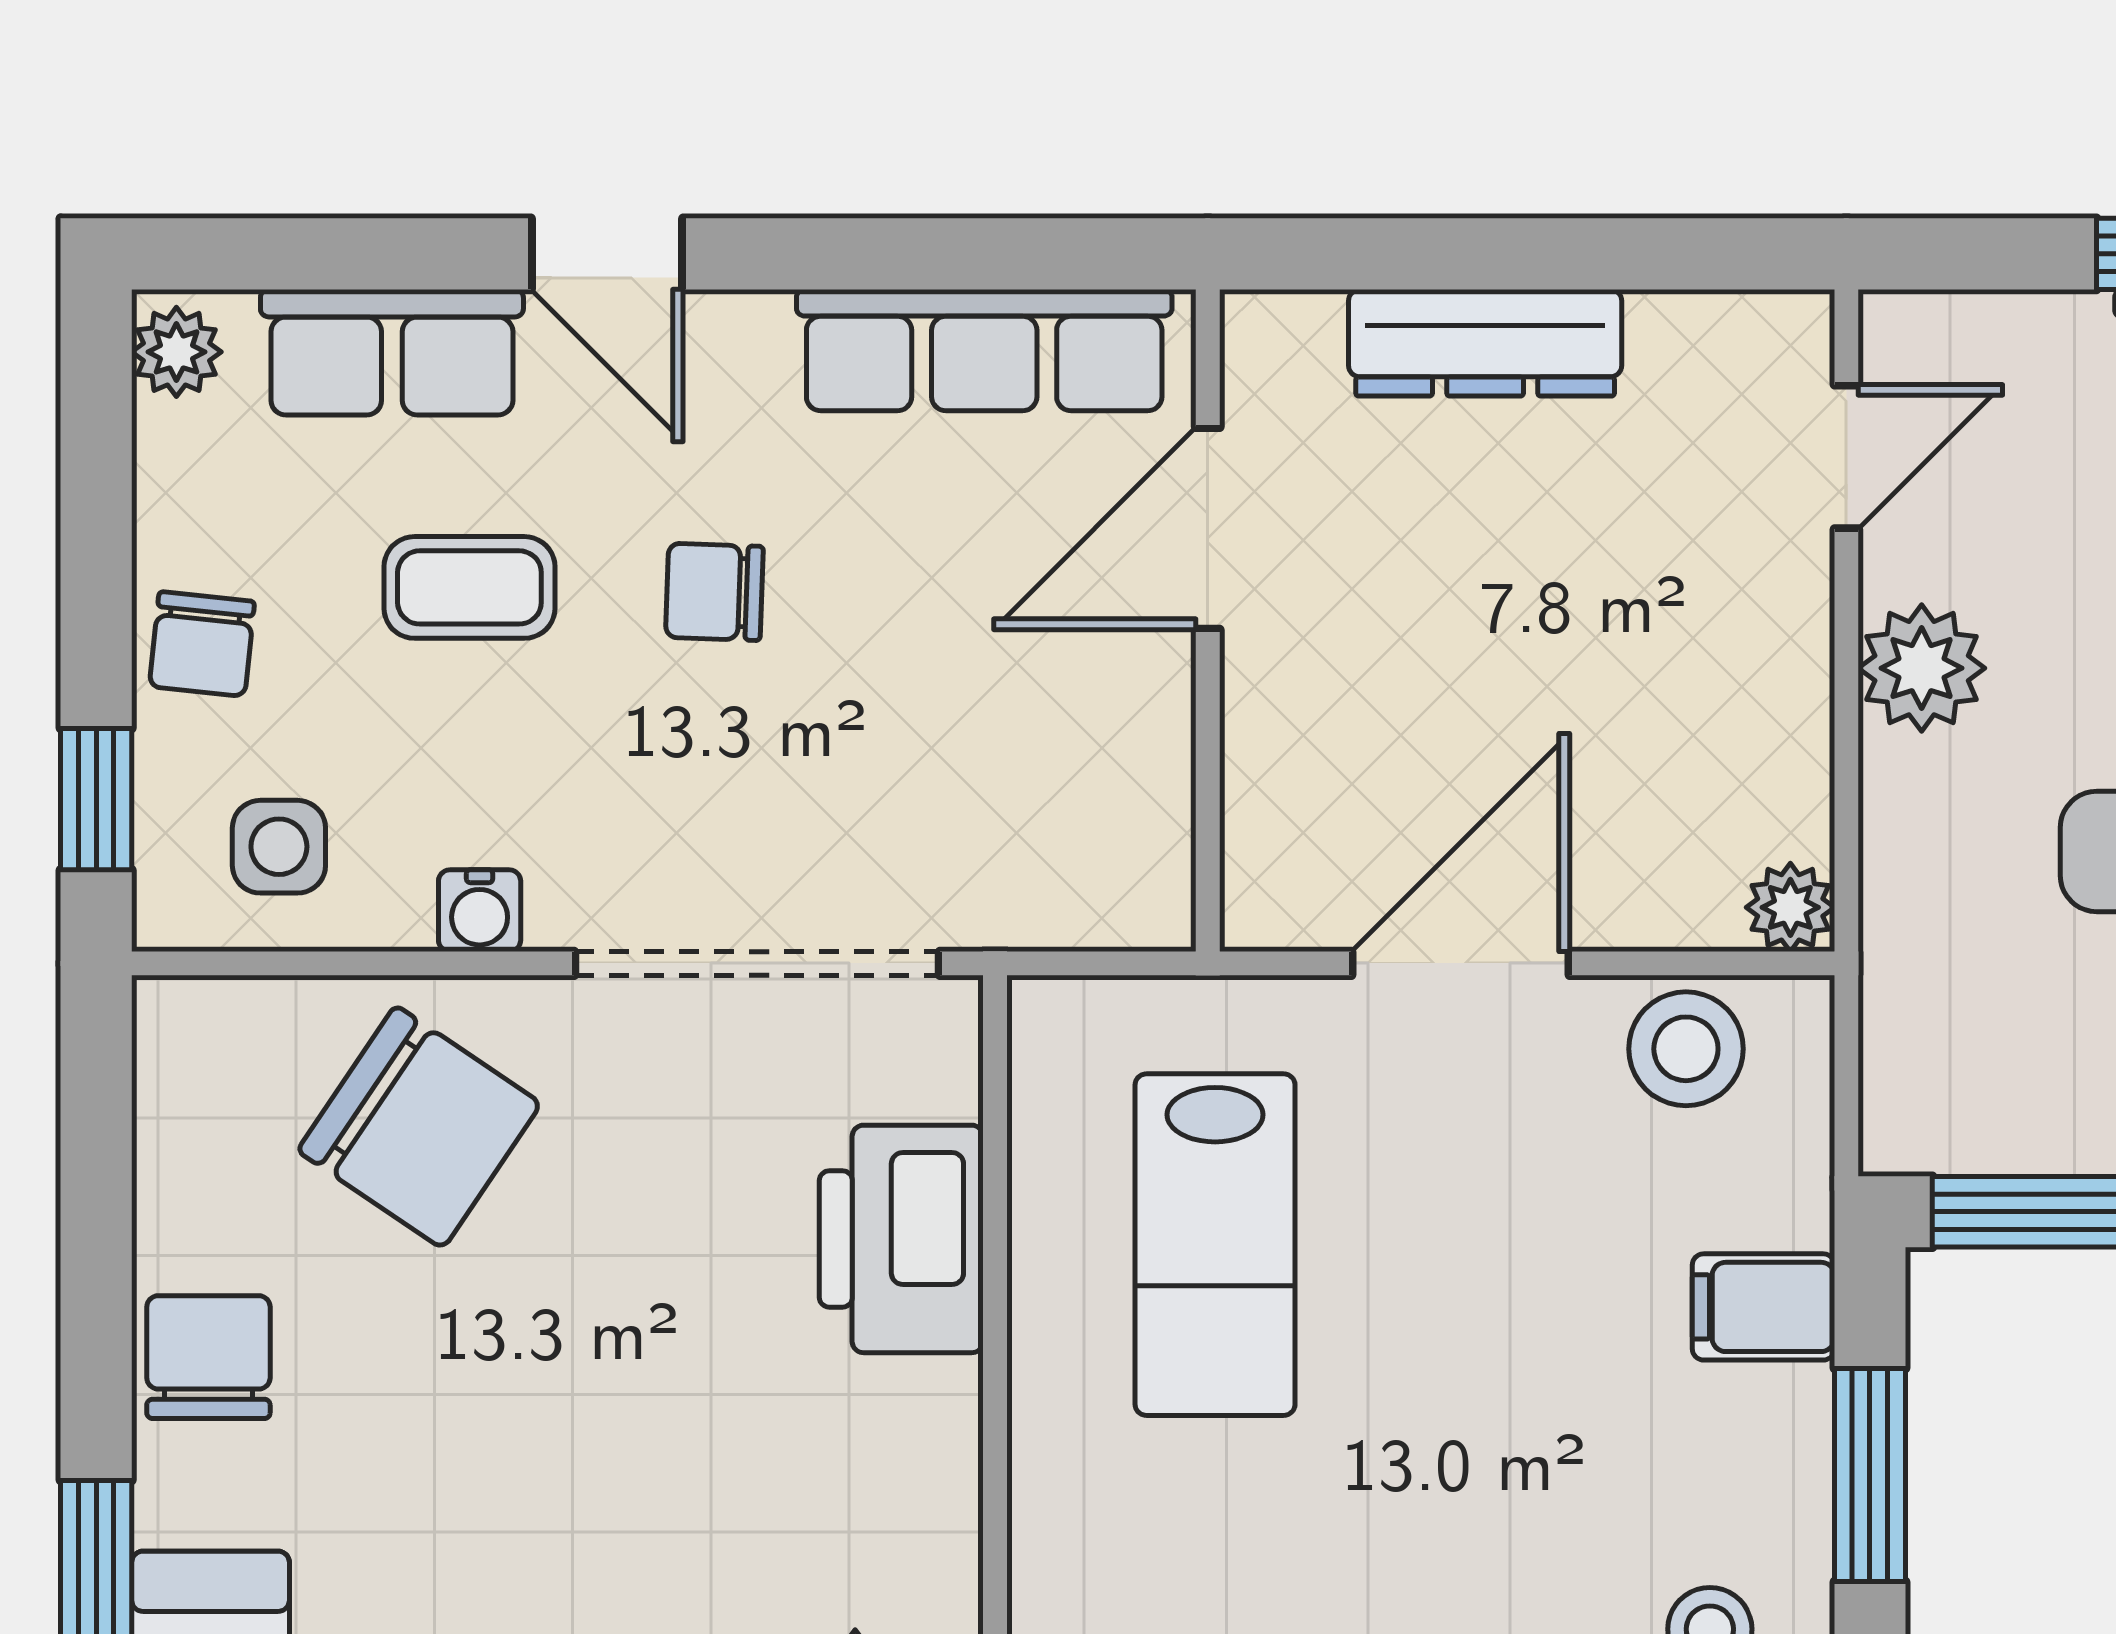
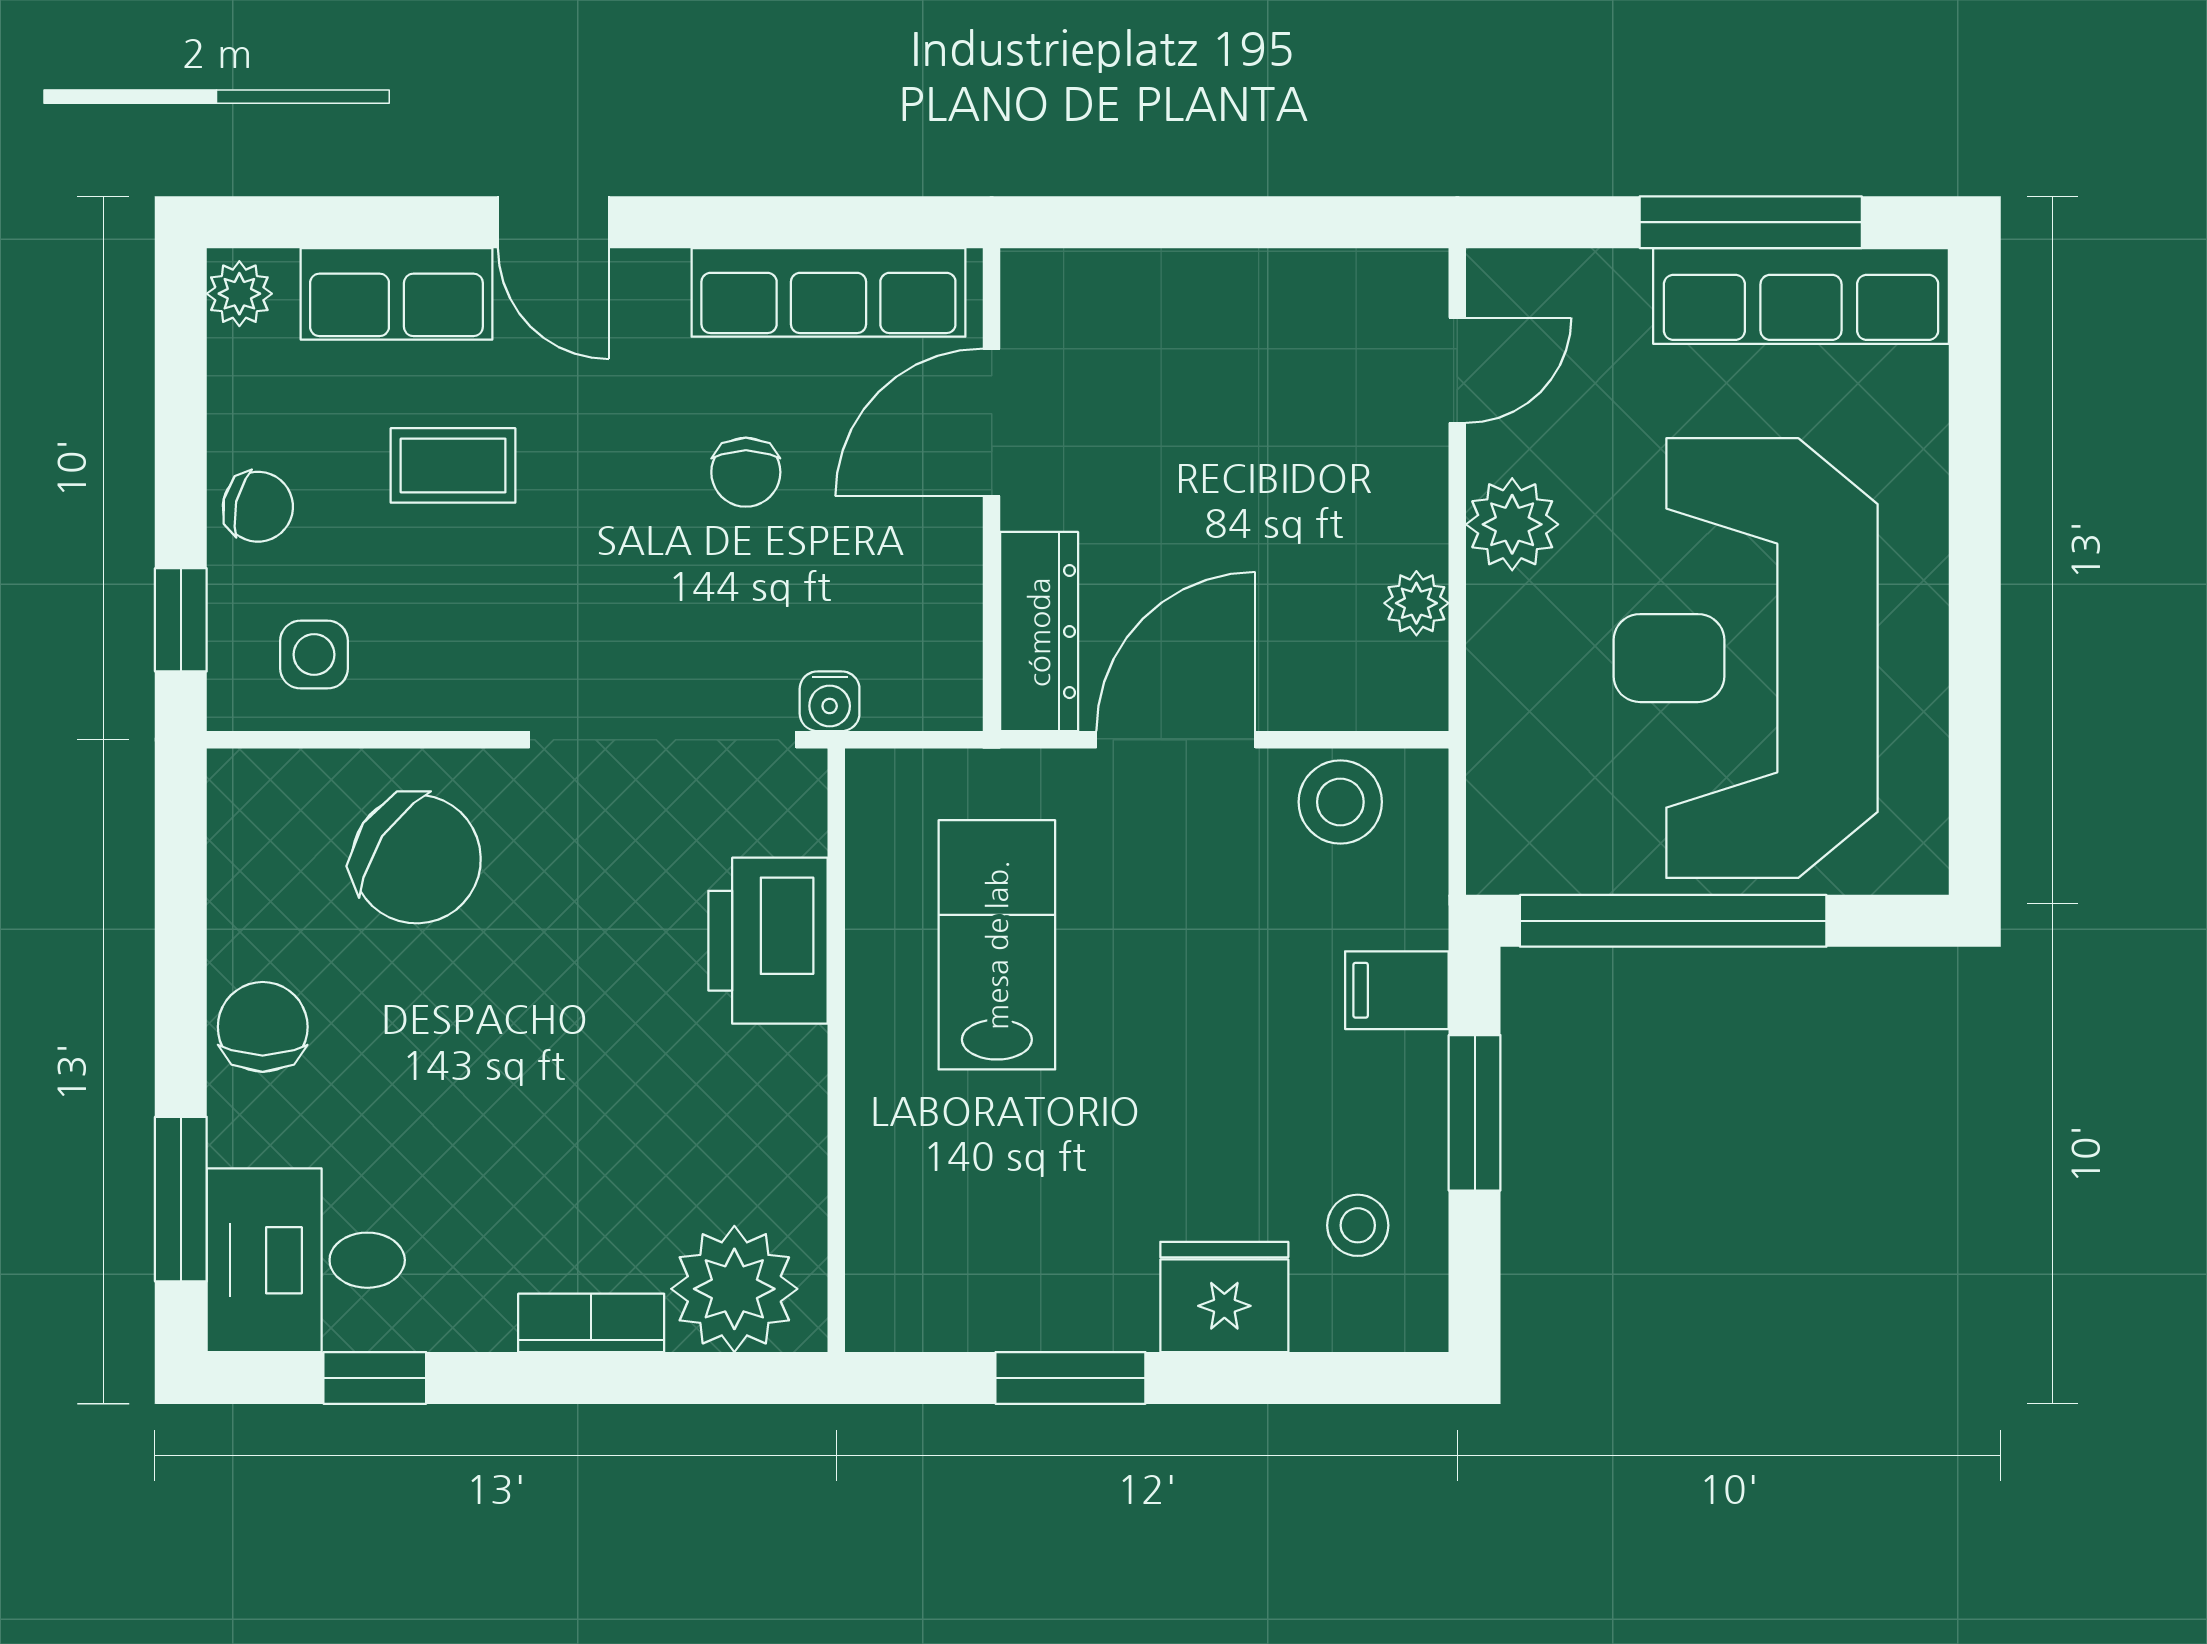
dresser: (1485, 343) -> (1039, 632), moved, turned -90
chair: (714, 592) -> (746, 472), moved, turned -92
chair: (202, 644) -> (258, 507), turned -83
plant: (1790, 907) -> (1416, 603), moved
water cooler: (480, 911) -> (830, 701), moved
lab bench: (1215, 1245) -> (997, 945), turned 180

